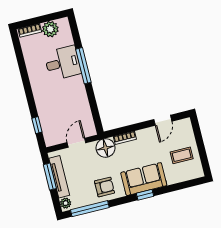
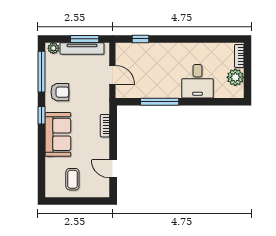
window: (83, 66) -> (160, 102), moved
floor lamp: (105, 148) -> (100, 103), removed
armchair: (104, 187) -> (60, 92), turned -90
window: (145, 195) -> (42, 115), moved

